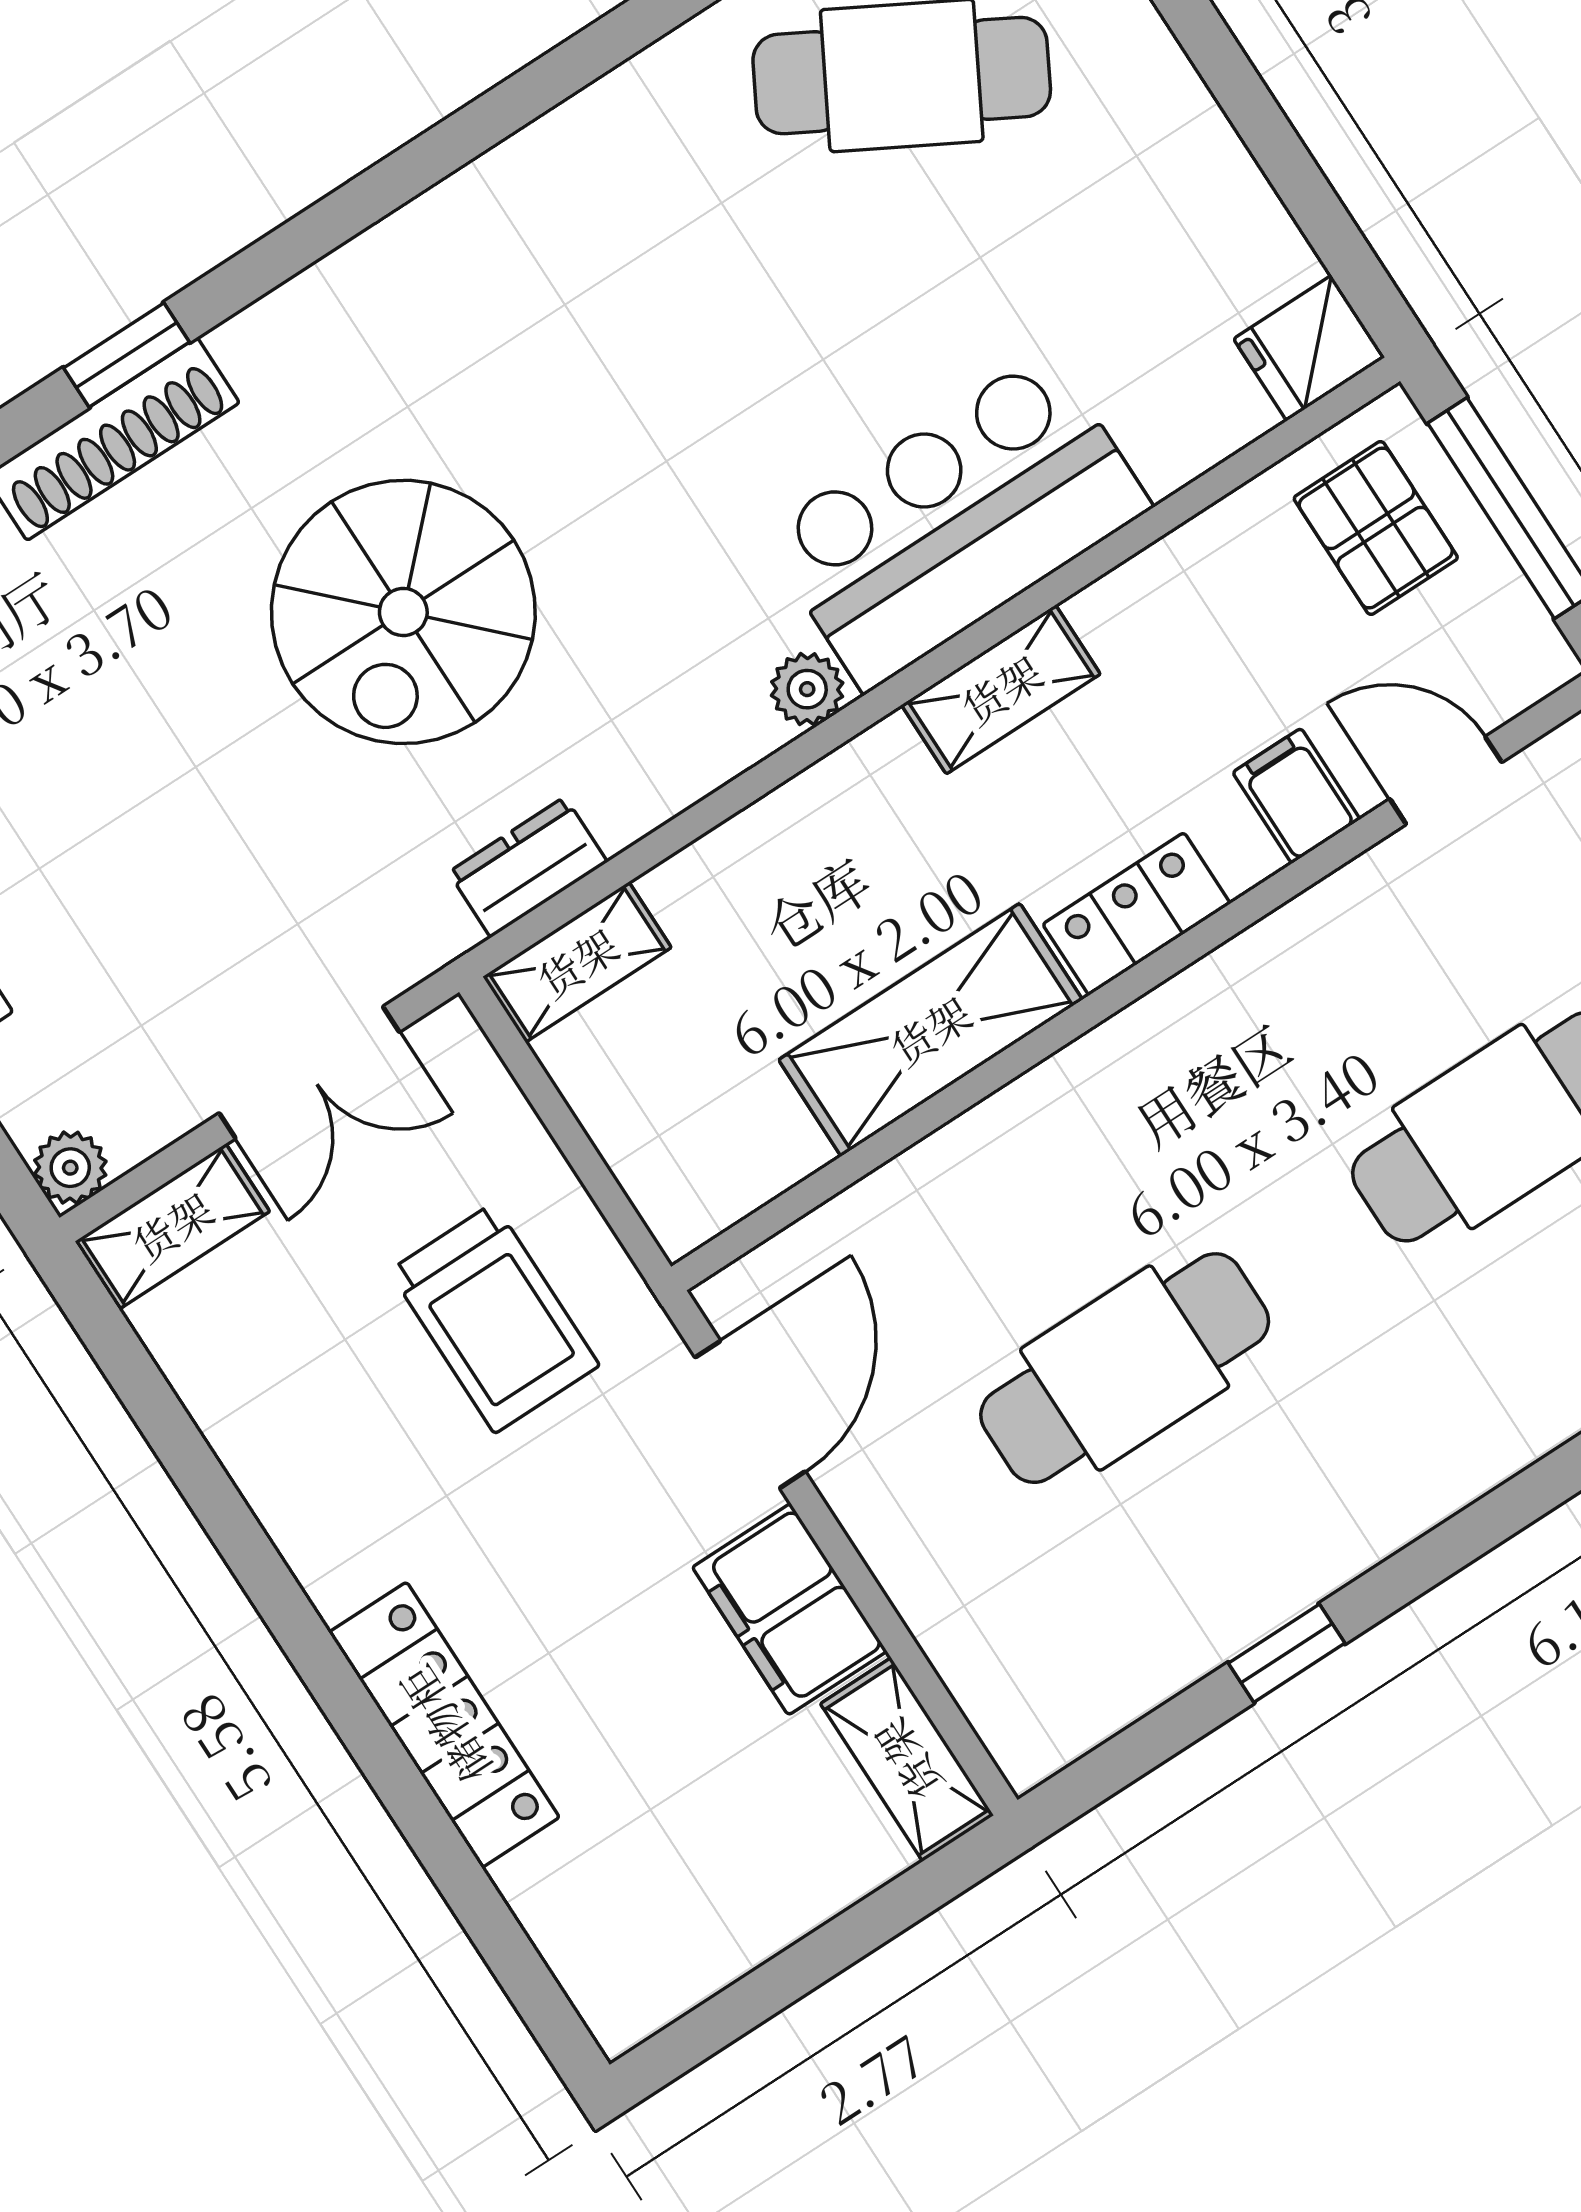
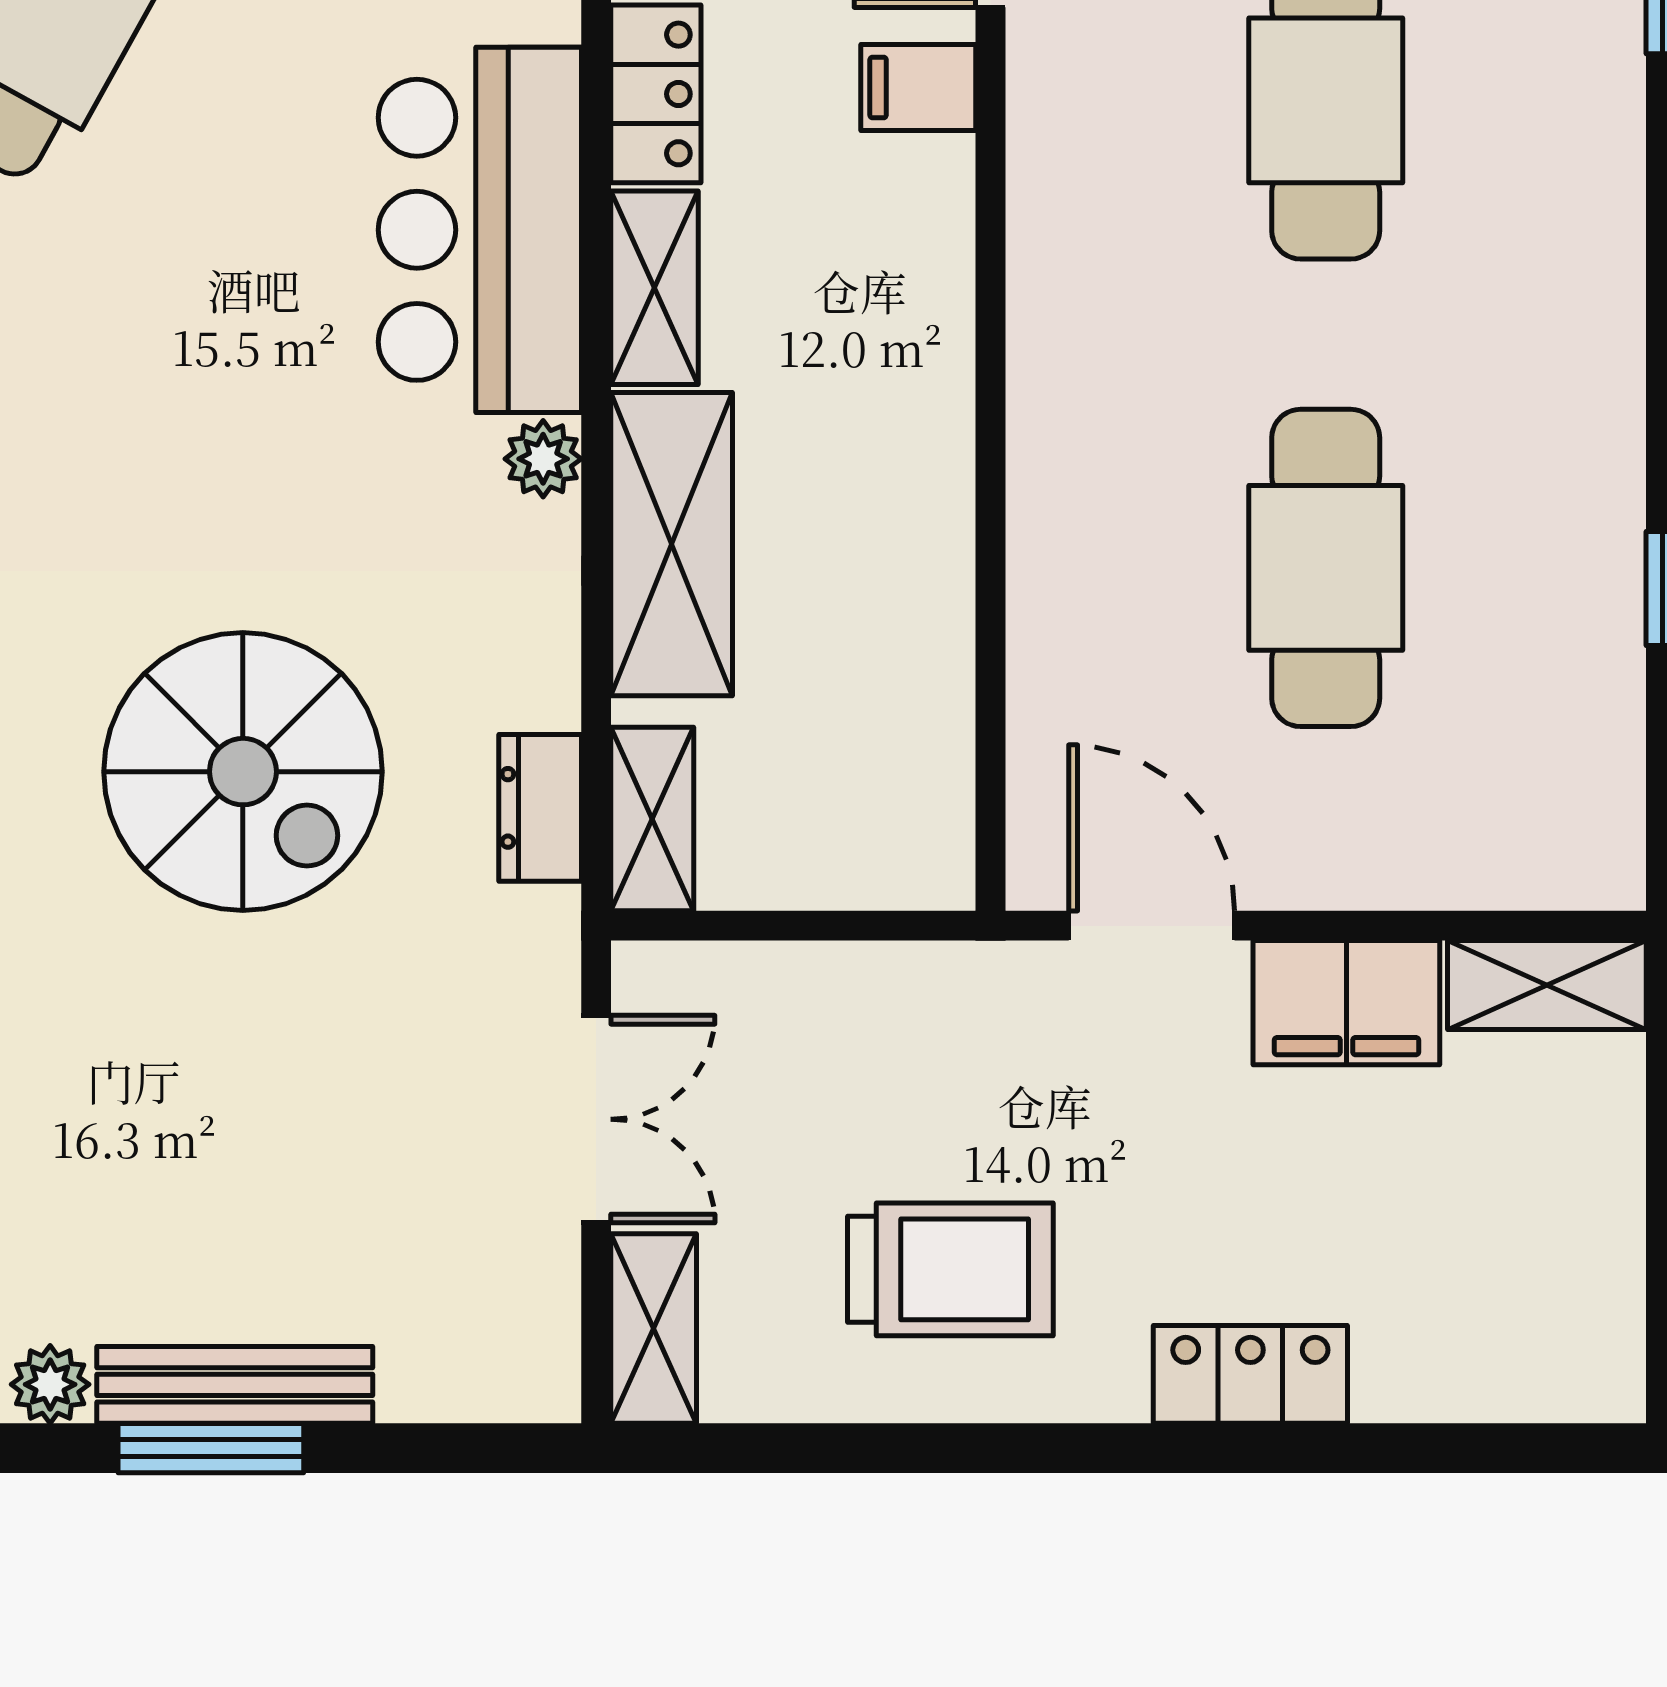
locker: (1136, 914) -> (656, 94), moved, turned 180
shelving: (930, 1030) -> (672, 544), moved
plant: (70, 1168) -> (543, 1385), removed
trolley: (494, 1318) -> (950, 1269), moved
locker: (444, 1725) -> (1250, 1374), width x0.66

